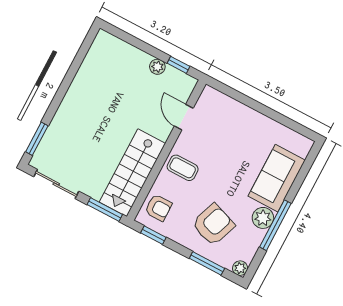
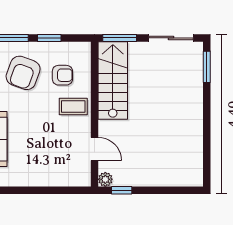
plant: (157, 67) -> (105, 179), moved
armchair: (158, 208) -> (62, 75), moved, turned 180
window: (153, 235) -> (49, 38), moved

